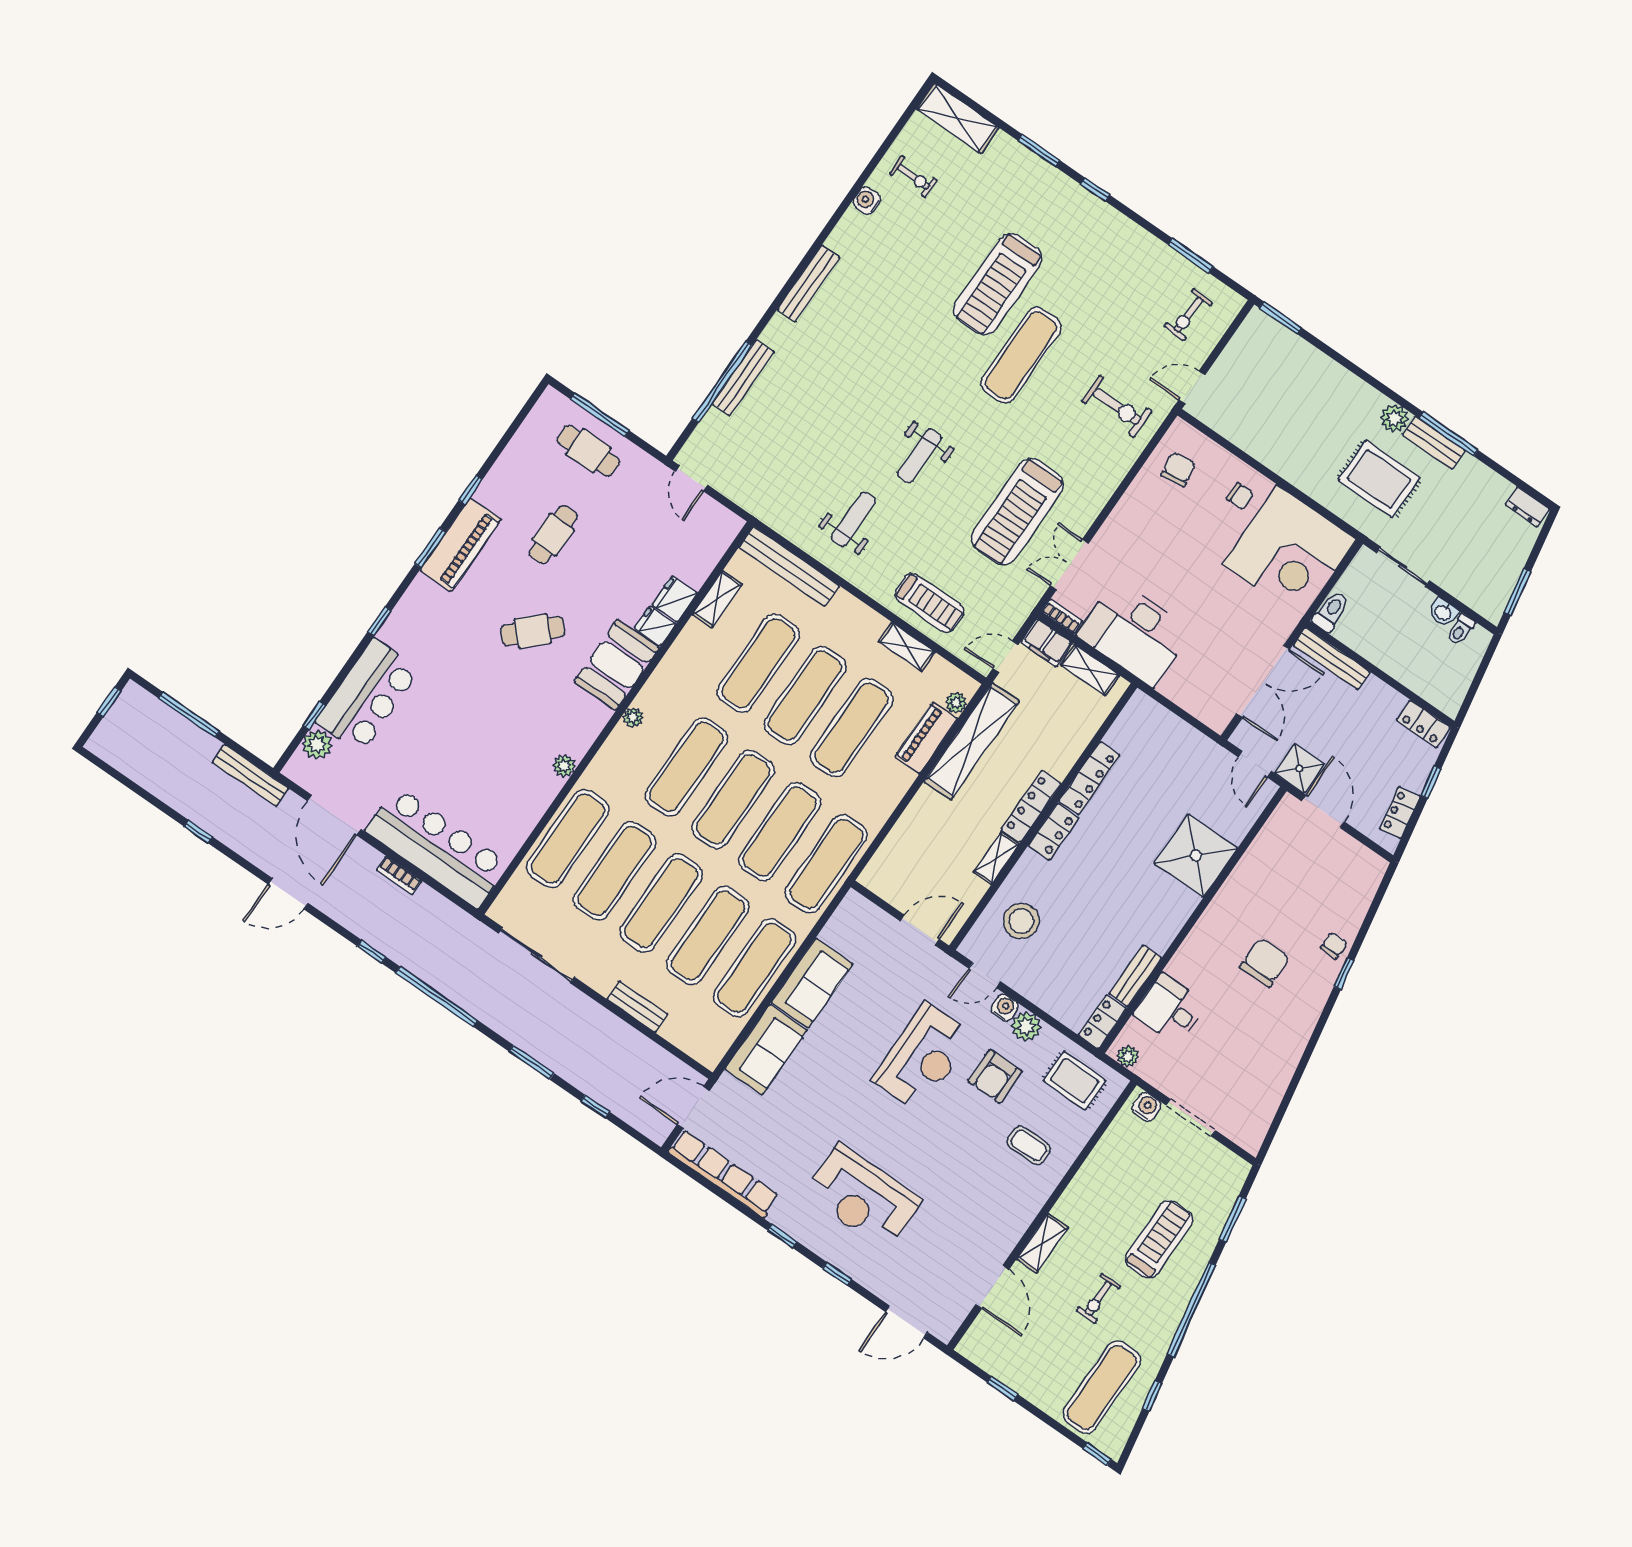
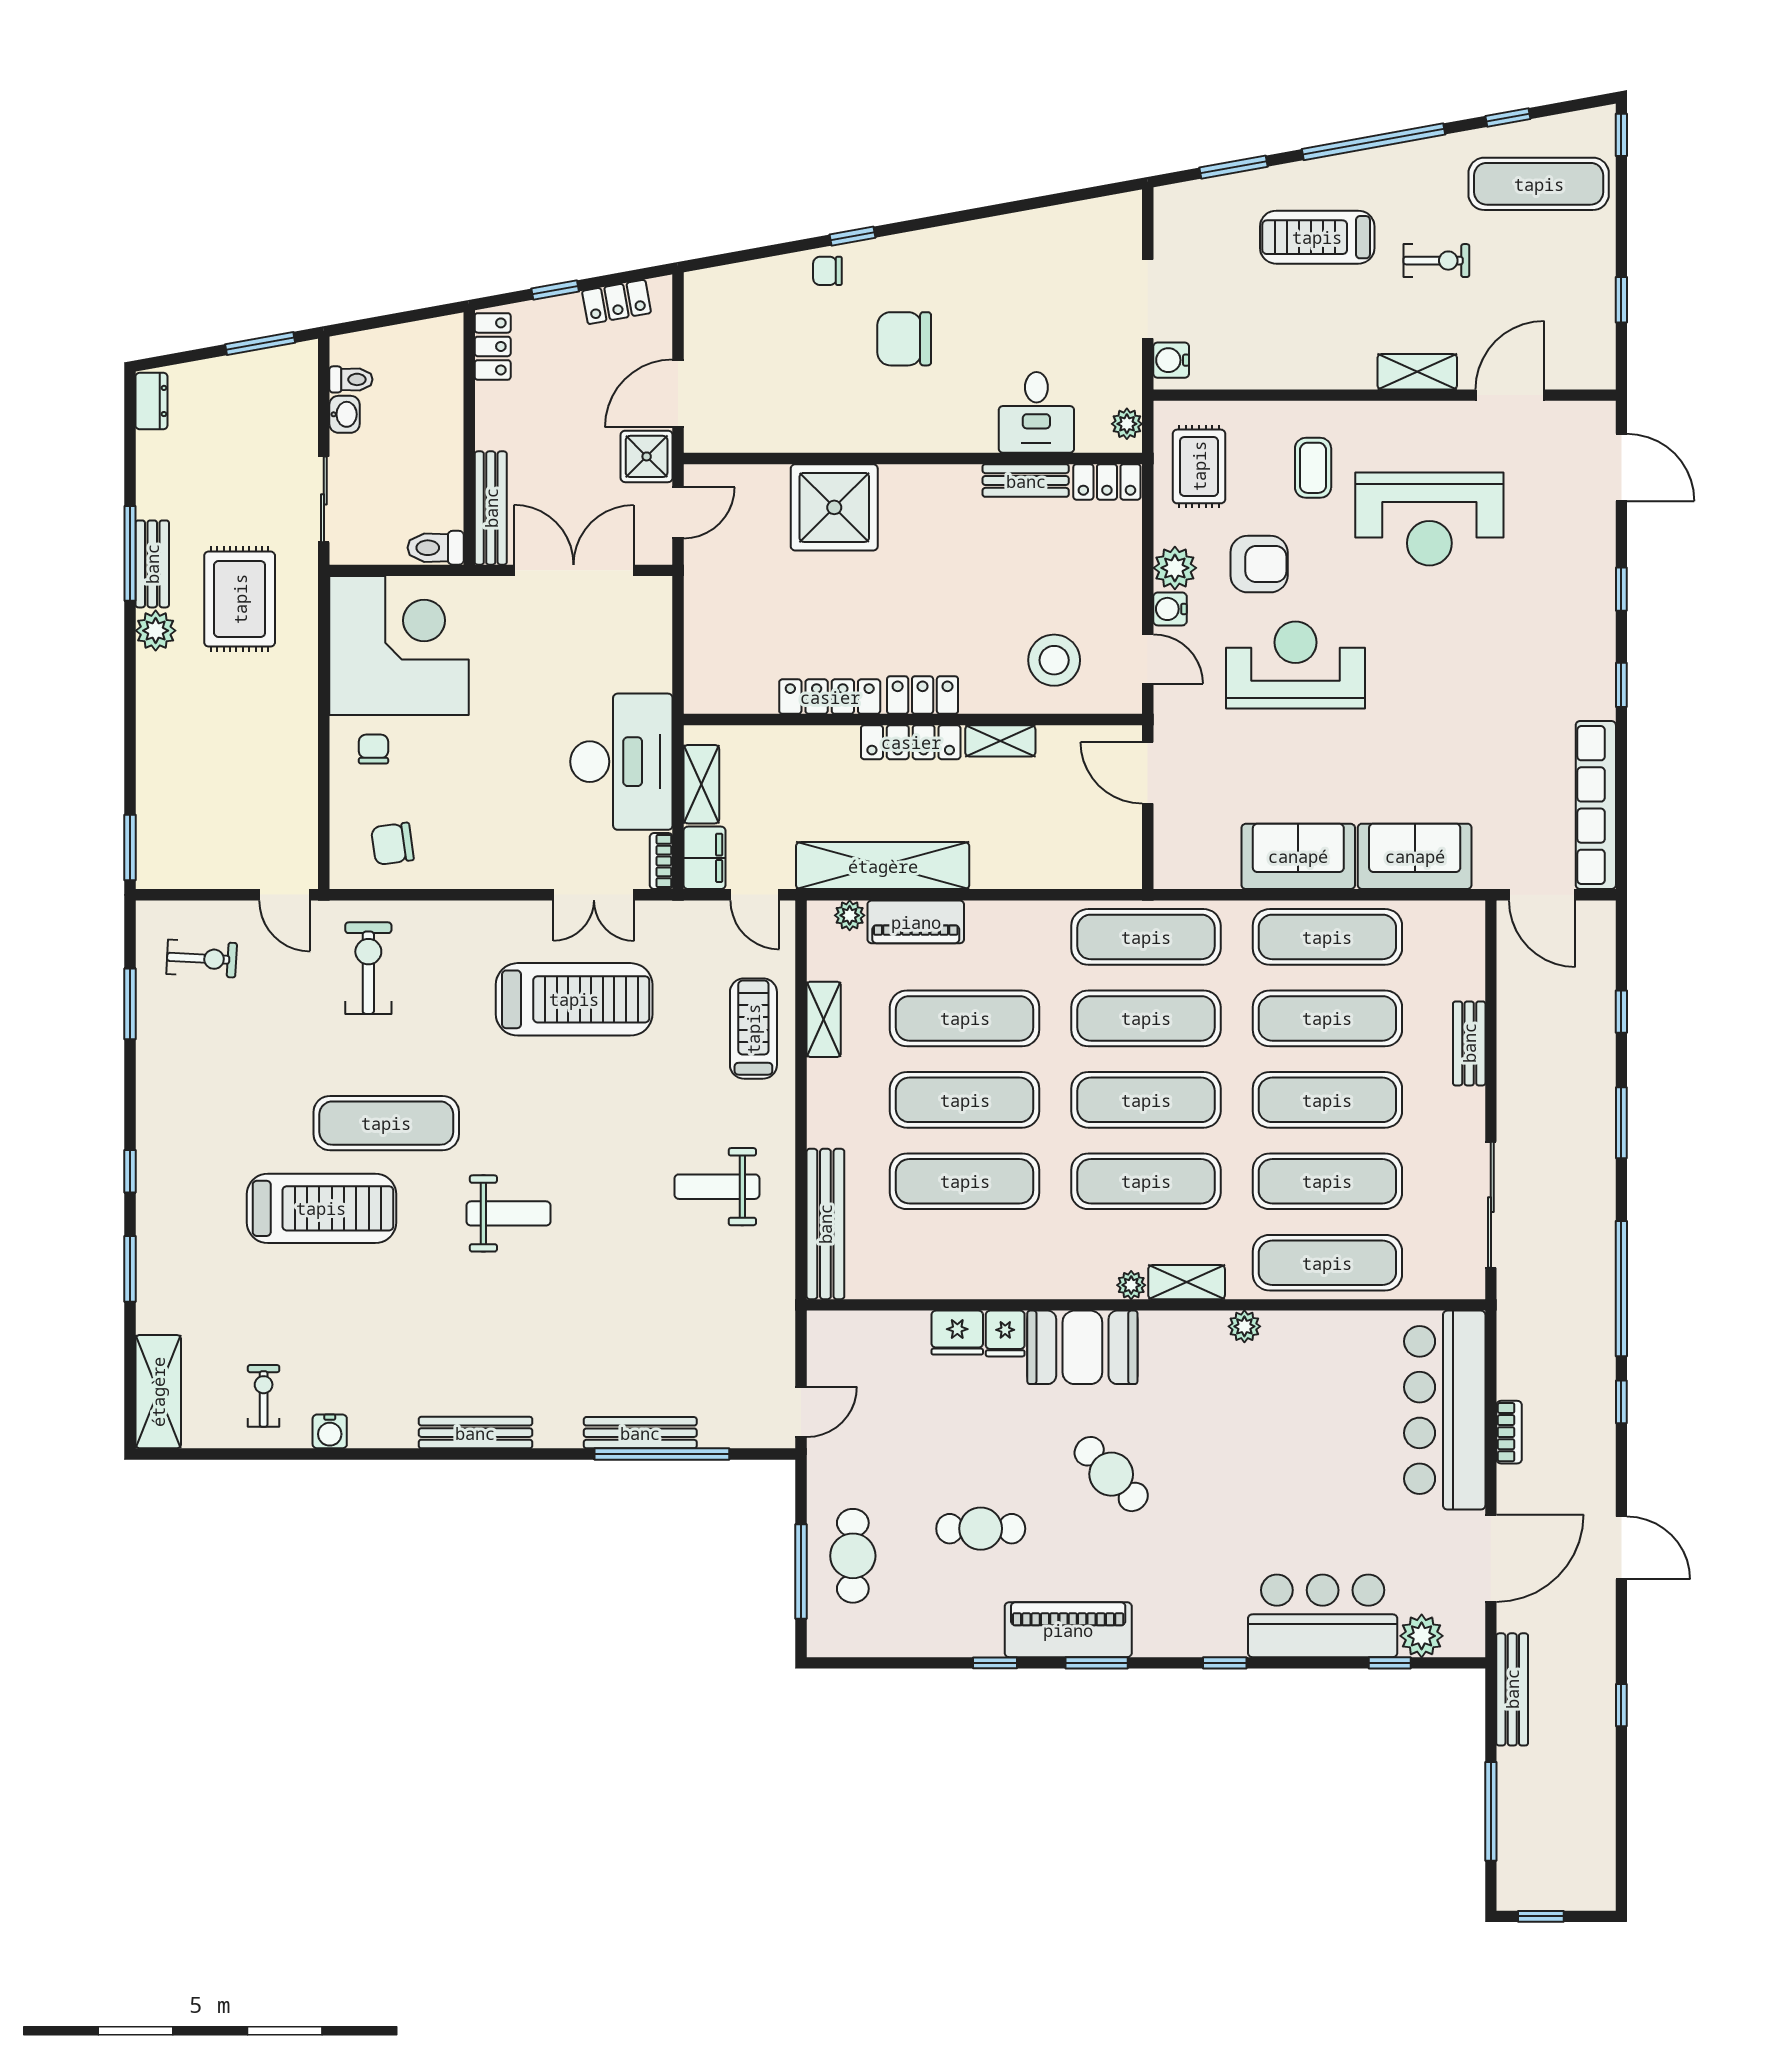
weight bench: (919, 456) -> (508, 1213), moved
shelving: (717, 599) -> (1187, 1282), moved
reception desk: (863, 1197) -> (1429, 519), moved, turned 90

